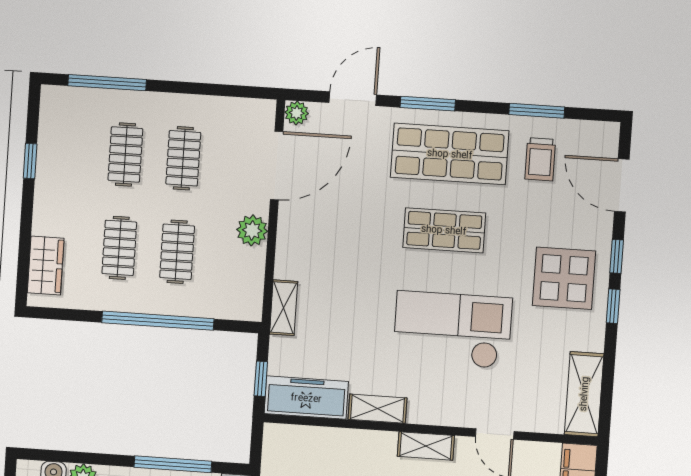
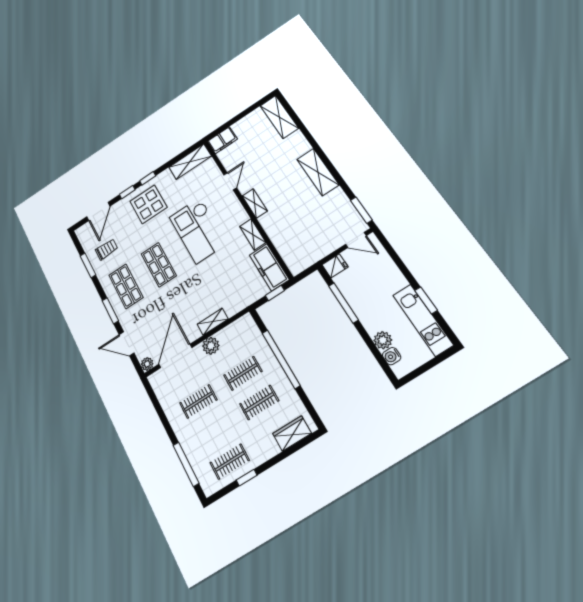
clothes rail: (125, 154) -> (230, 462), moved
shop shelf: (450, 154) -> (126, 286), width x0.70, depth x0.74
door: (277, 166) -> (175, 356), hinge flipped
shelving: (284, 308) -> (213, 322), moved

